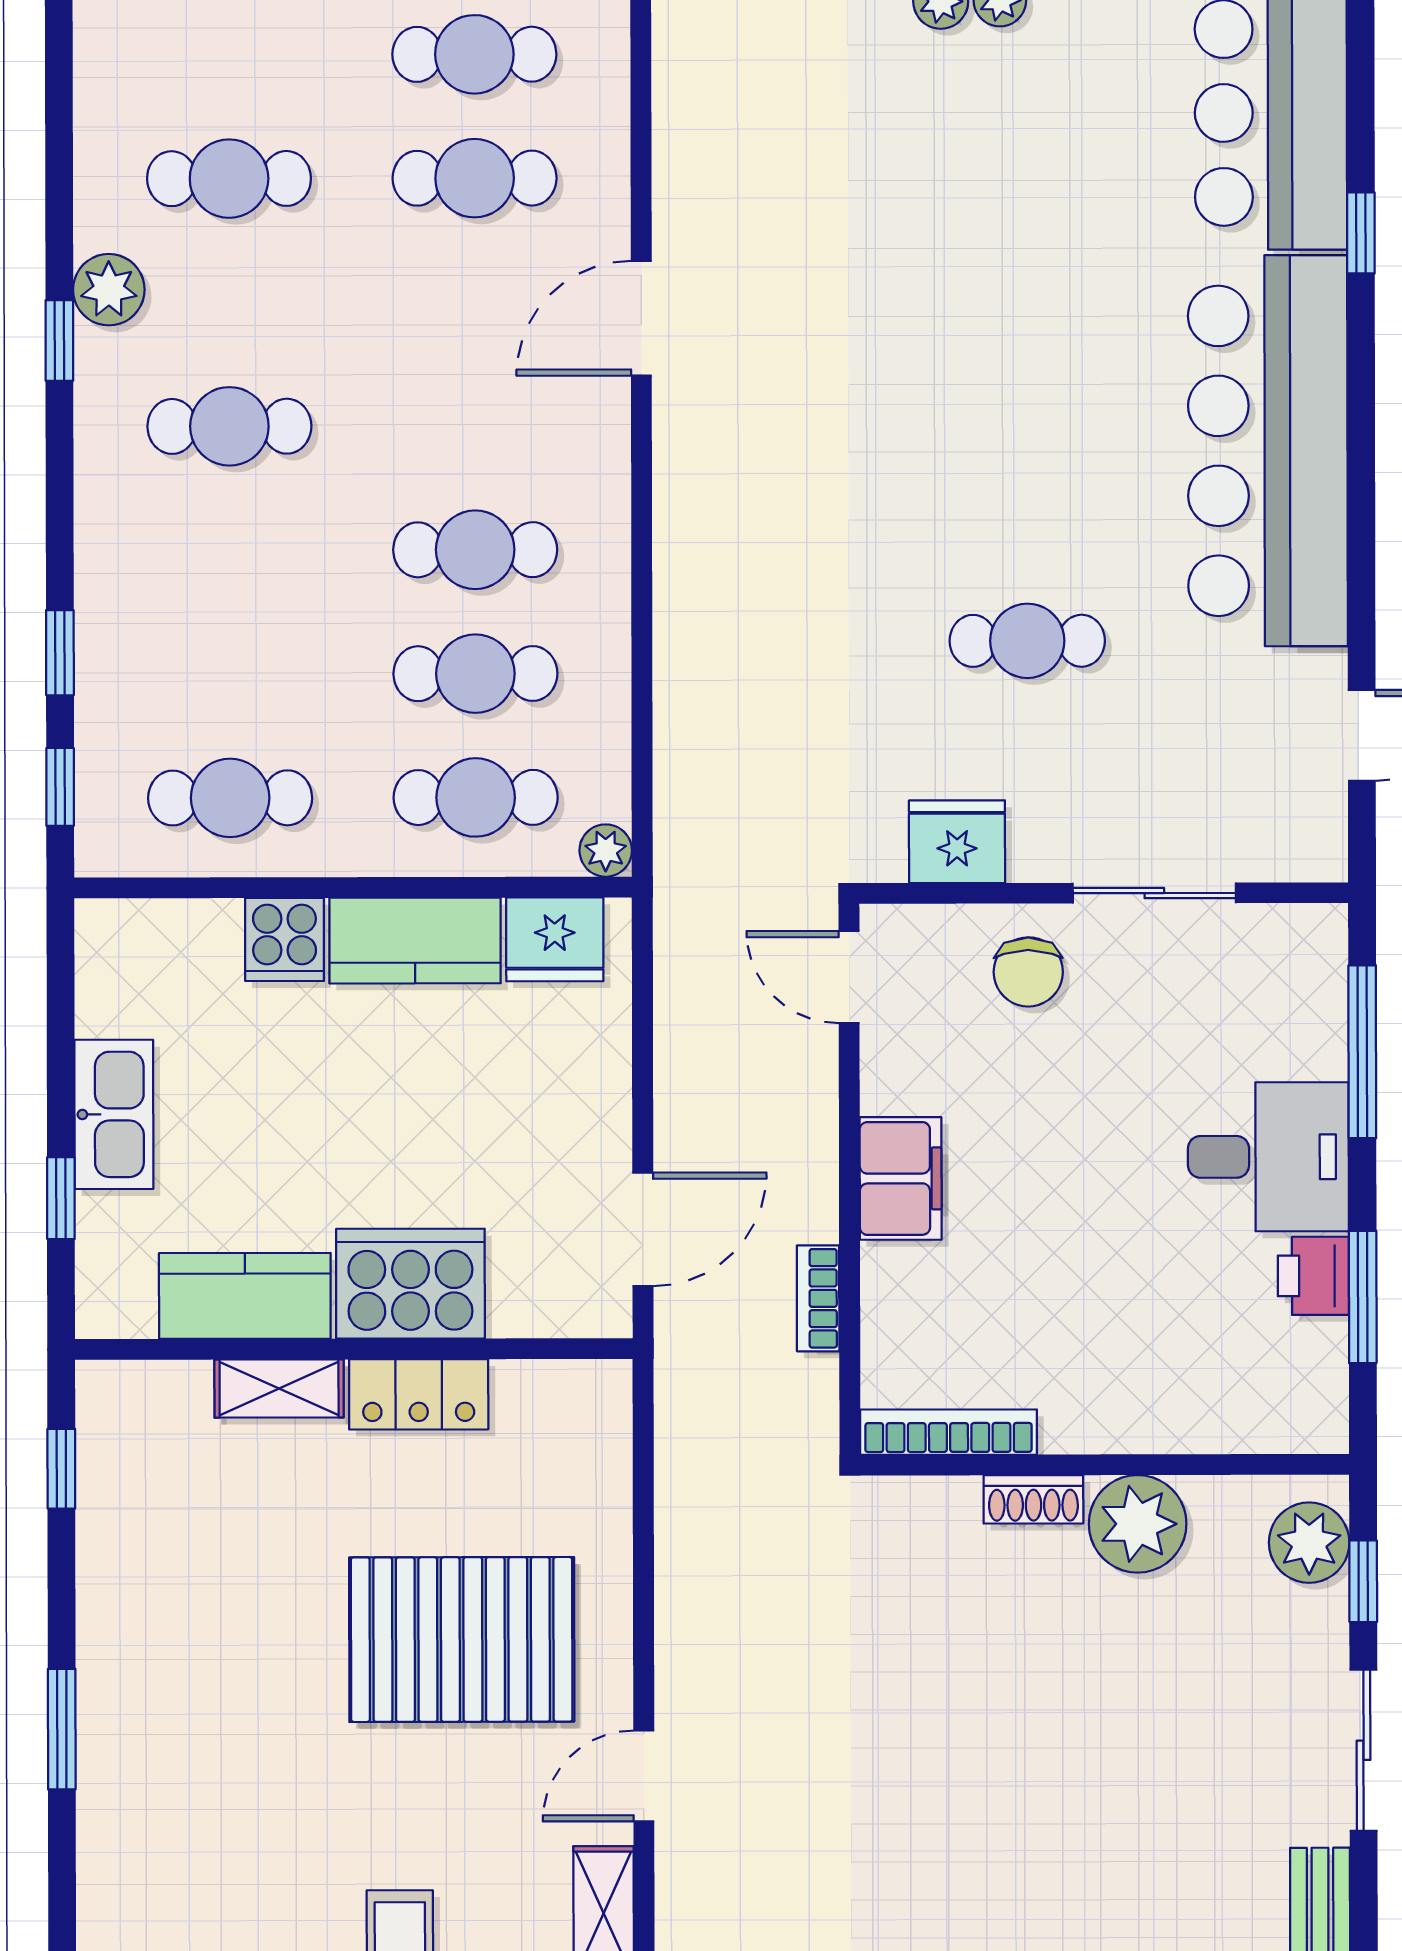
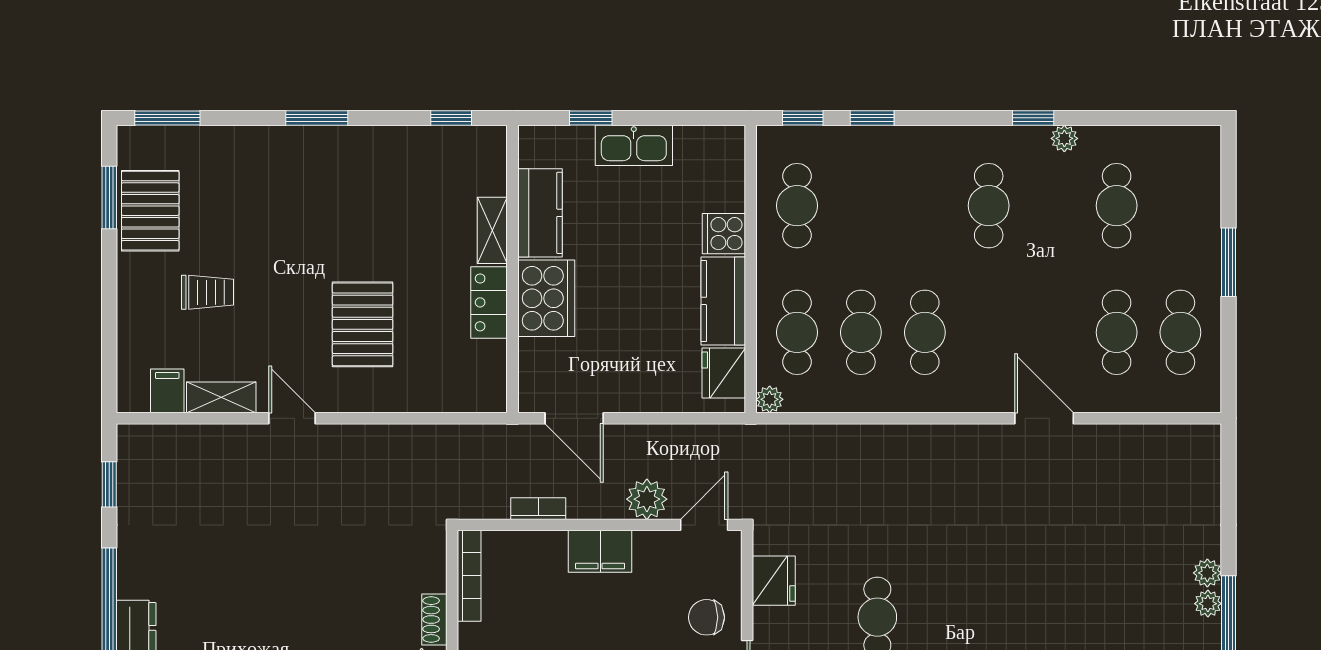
plant: (109, 290) -> (1064, 138), width x0.73, depth x0.73
plant: (800, 1088) -> (647, 499), added
pallet: (462, 1640) -> (363, 324), width x0.73, depth x0.71

